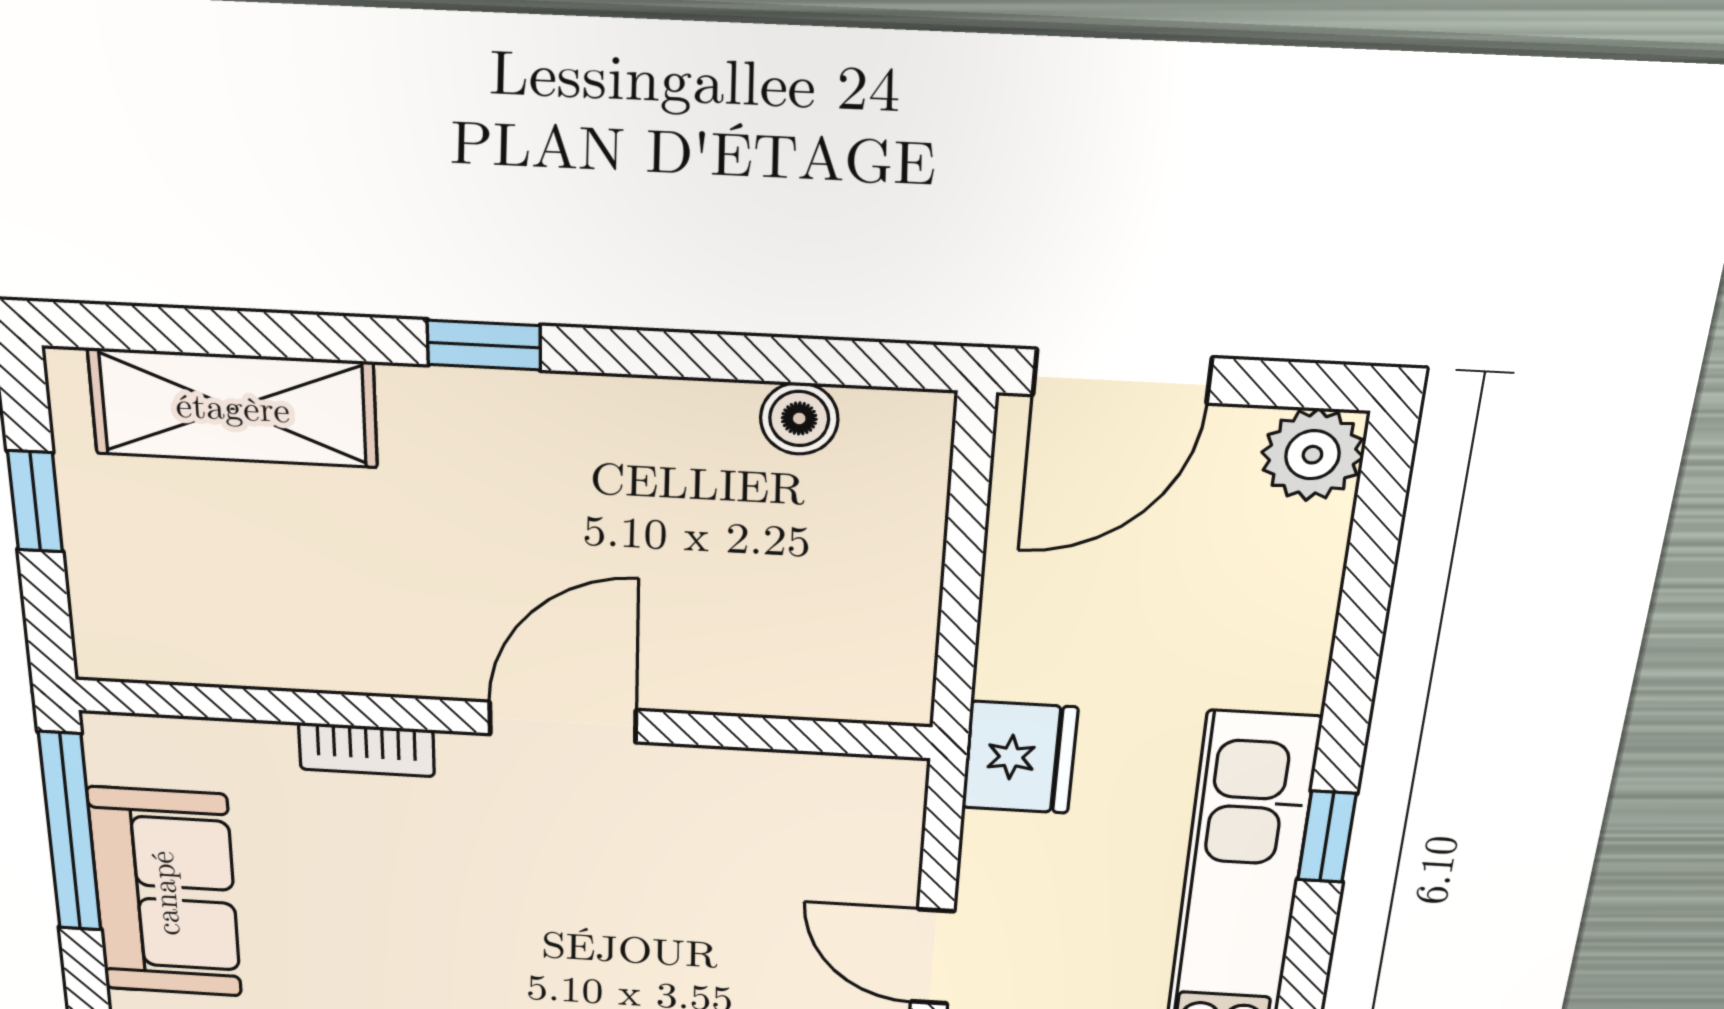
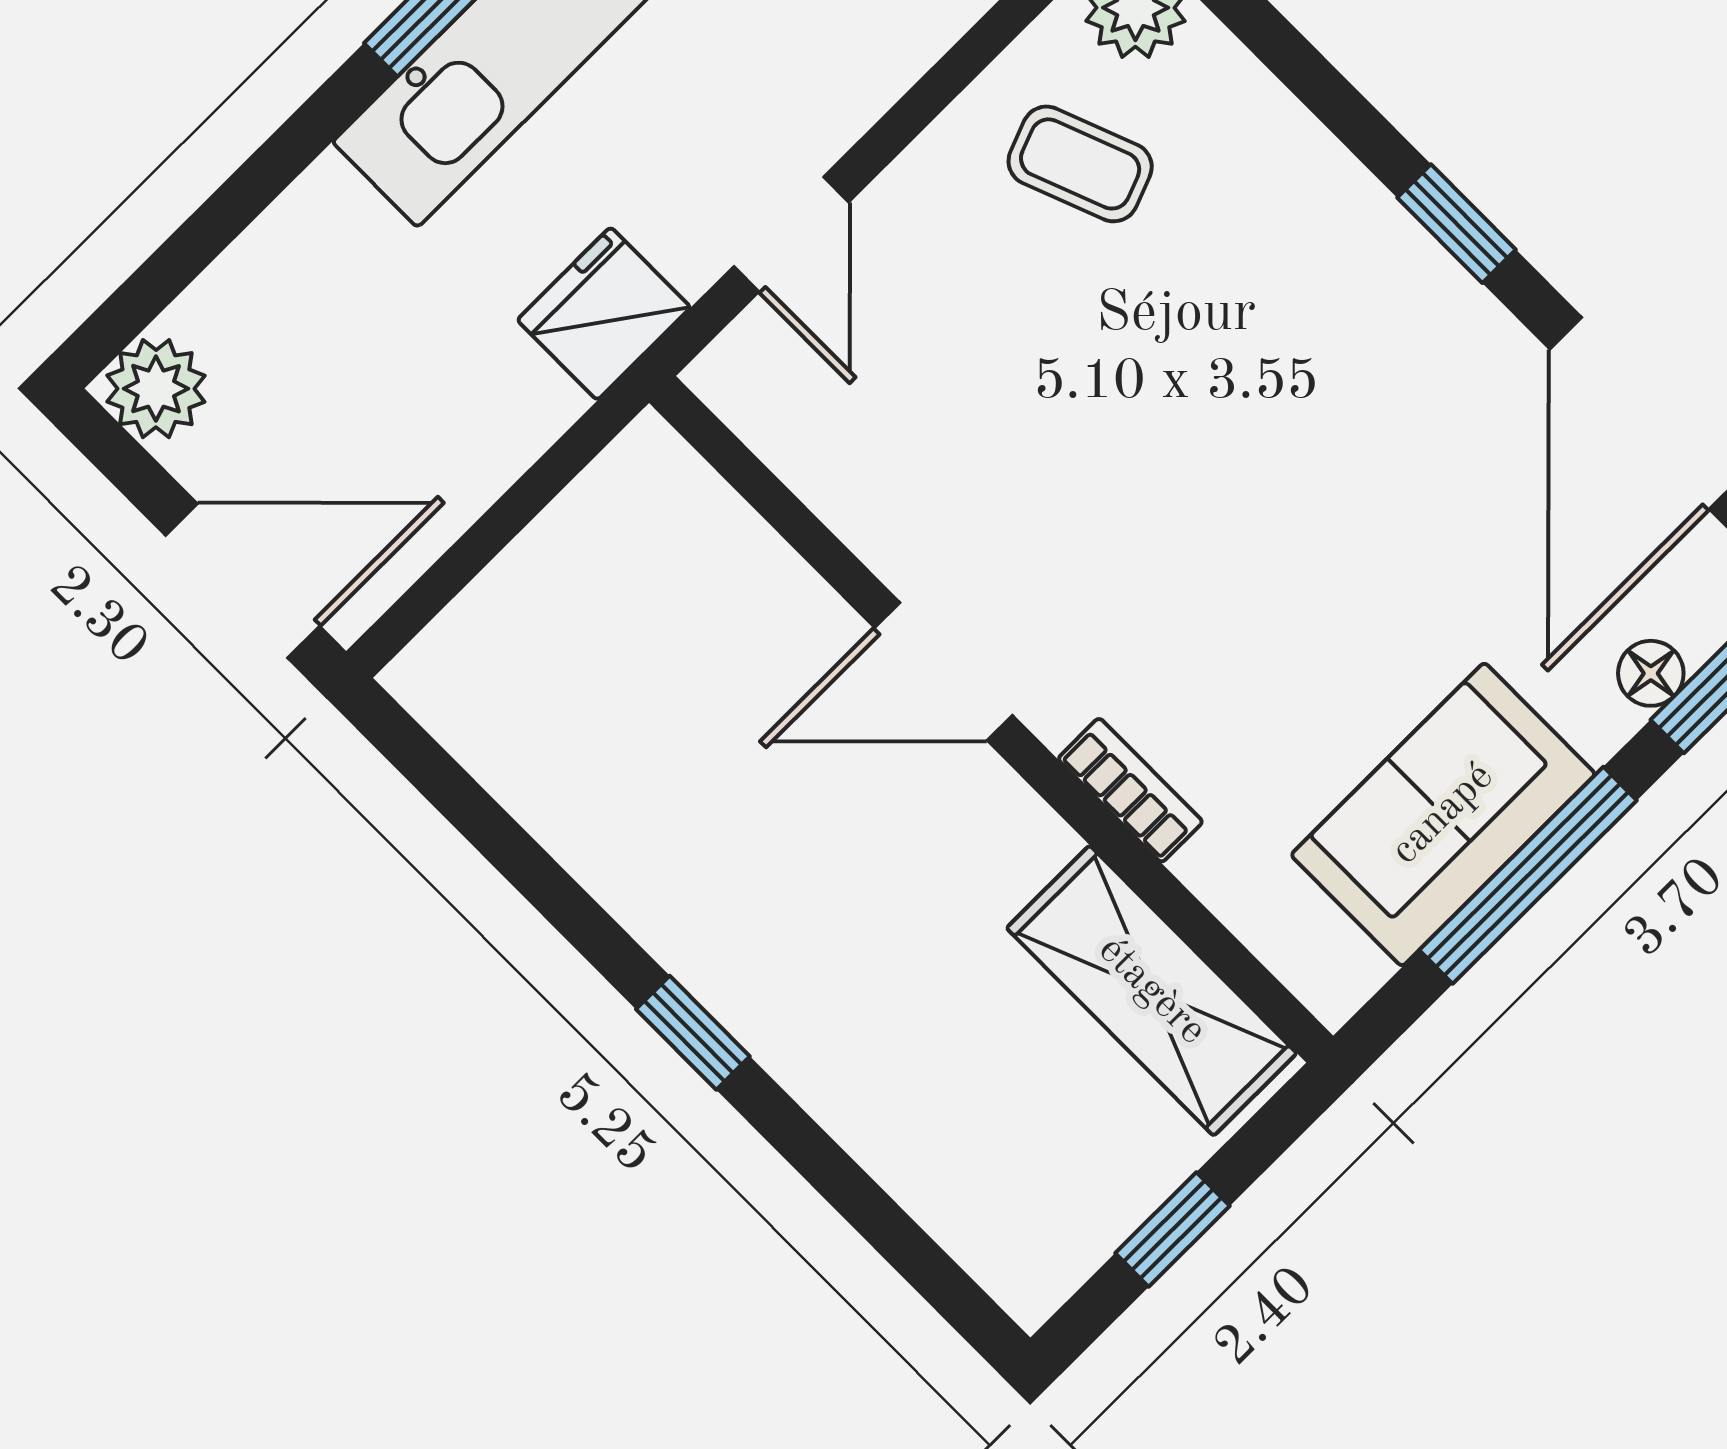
shelving: (233, 408) -> (1152, 991), moved
boiler: (799, 418) -> (512, 762), removed
window: (70, 832) -> (1528, 875), moved
door: (933, 957) -> (791, 234), moved

